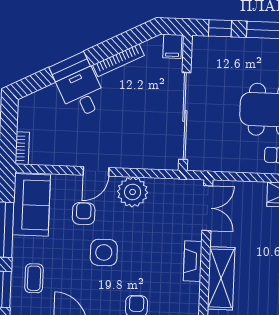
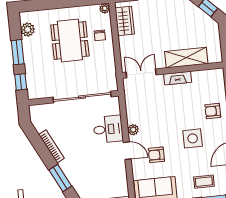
filing cabinet: (172, 46) -> (37, 112), removed
desk: (82, 93) -> (108, 129), moved, turned -153
plant: (133, 192) -> (133, 130), width x0.53, depth x0.53
side table: (104, 252) -> (193, 138), moved

